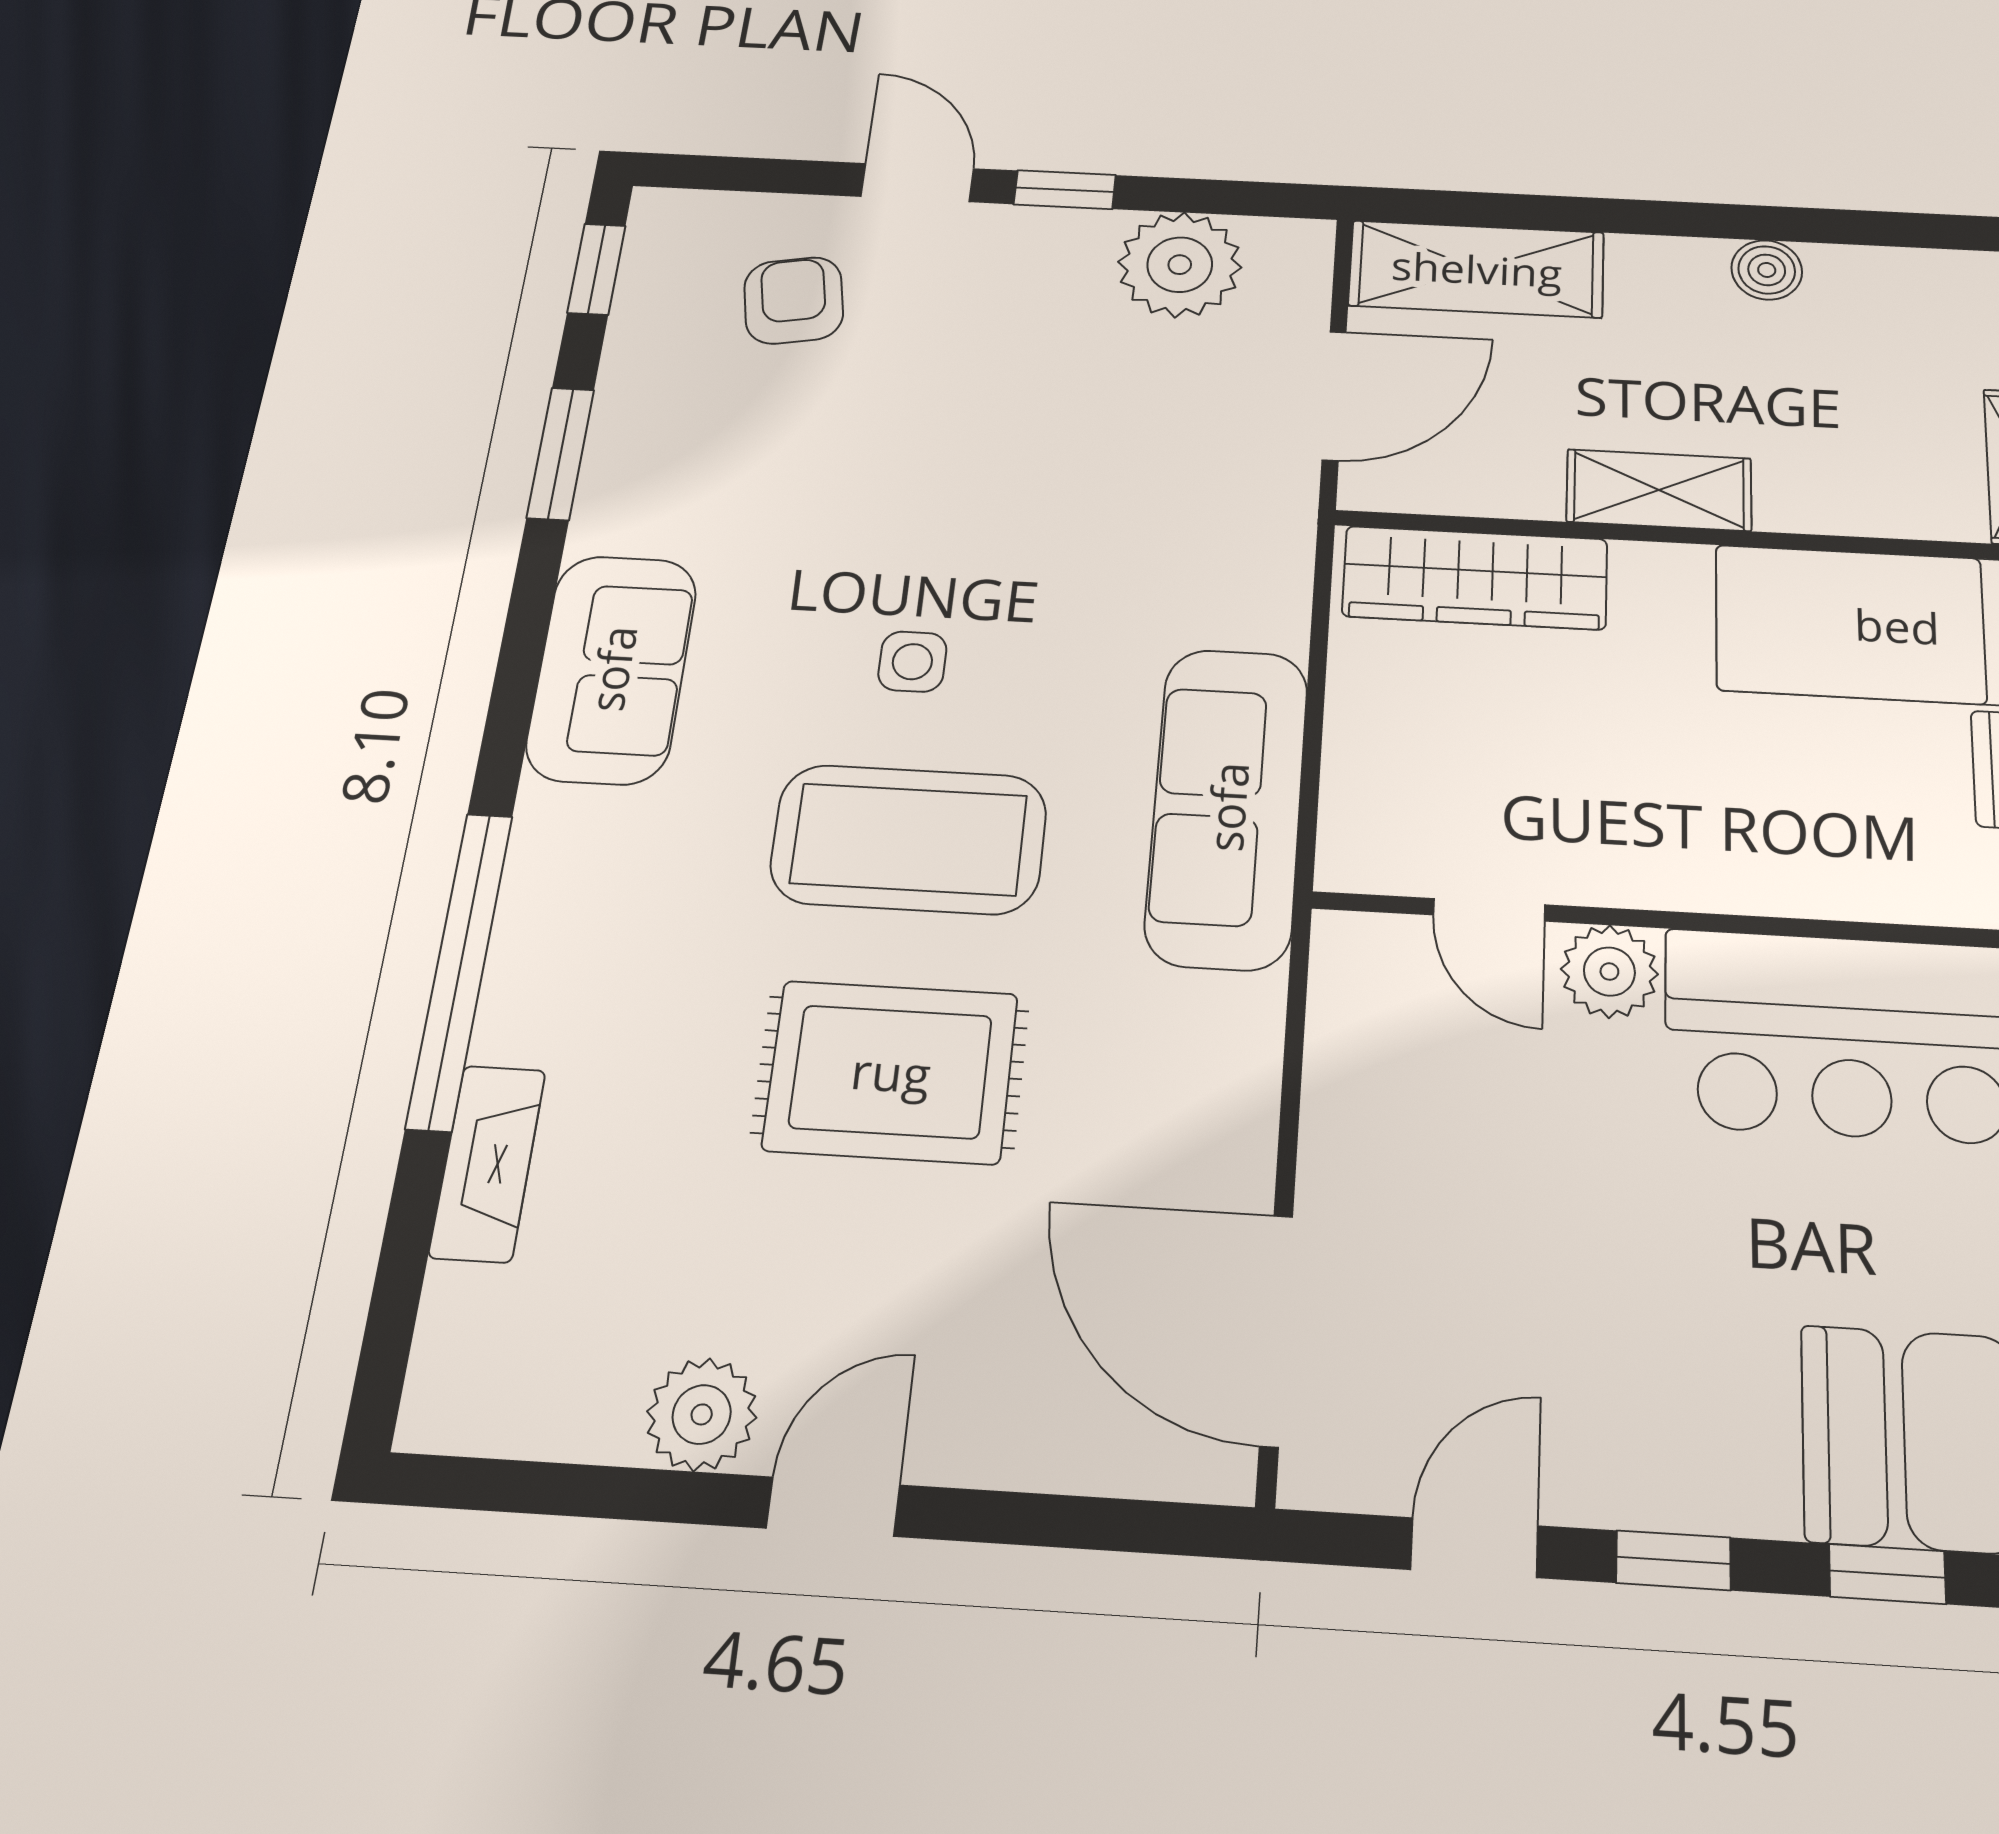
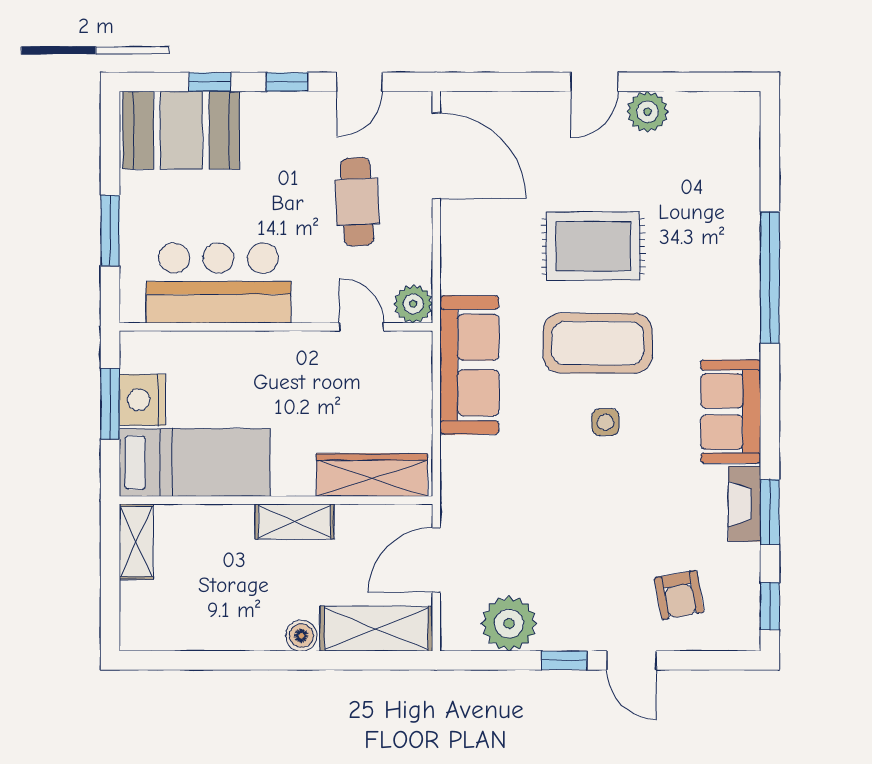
boiler: (1767, 270) -> (301, 636), moved
plant: (1609, 972) -> (413, 304), moved
fireplace: (487, 1163) -> (744, 504), moved
cafe table: (1490, 1221) -> (357, 202), added

